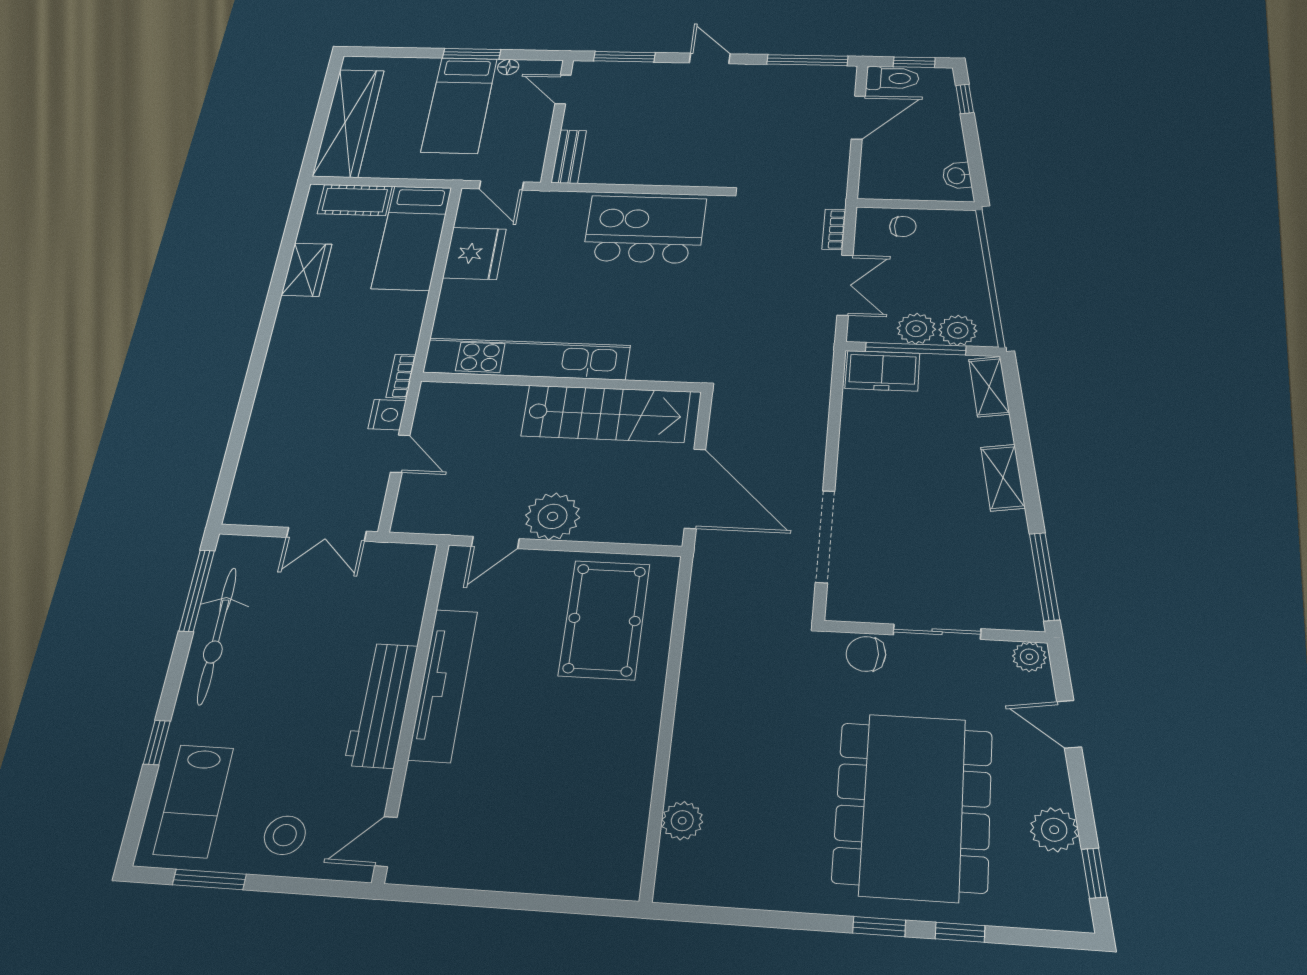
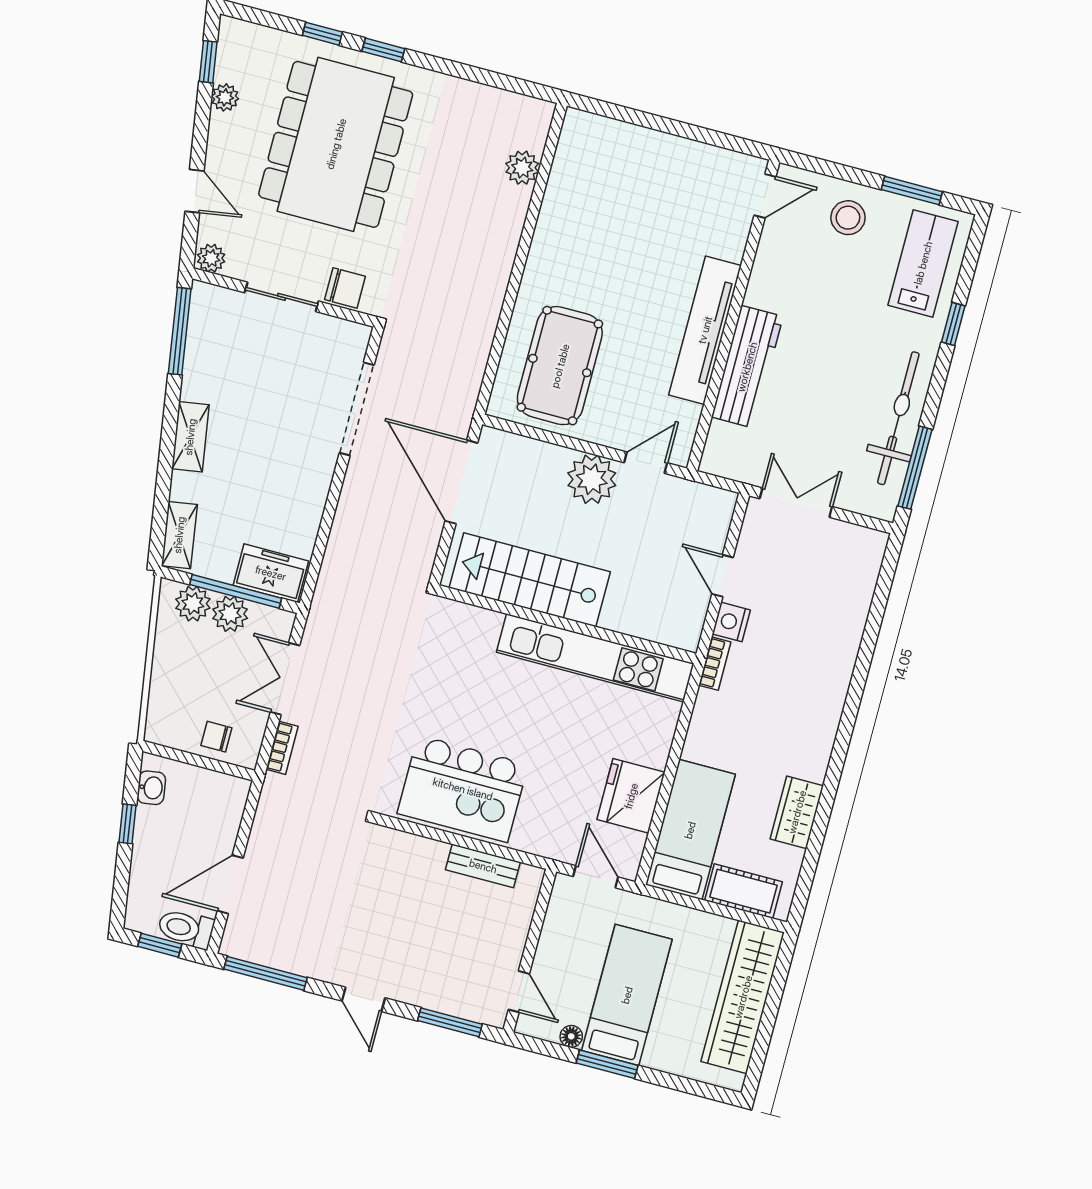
window: (965, 99) -> (128, 824), moved
bench: (569, 157) -> (483, 866), moved, turned 90
workbench: (381, 705) -> (747, 367), moved
plant: (1054, 830) -> (225, 97), width x0.73, depth x0.73

